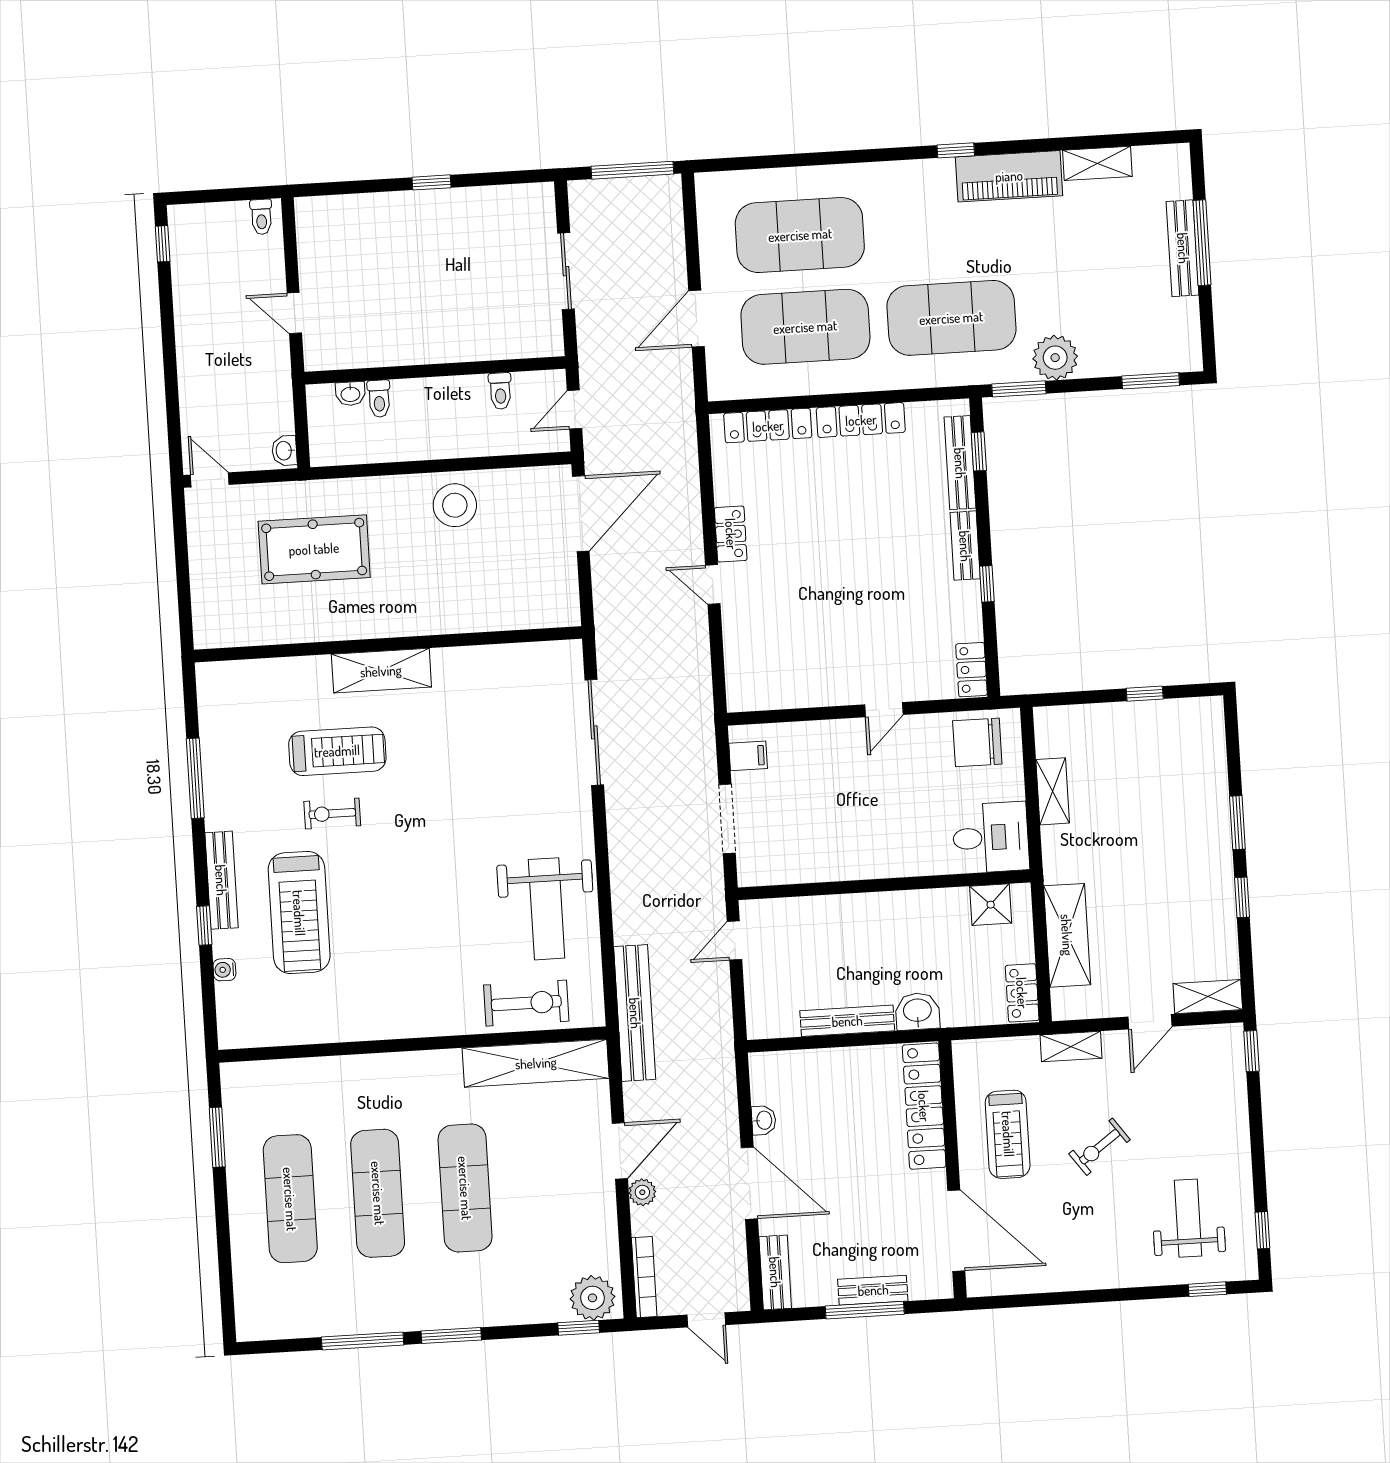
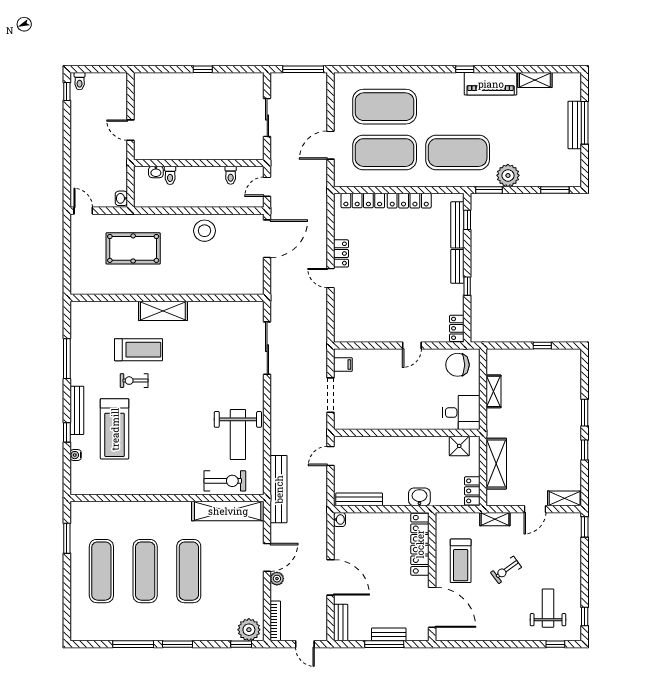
toilet: (261, 217) -> (80, 81), moved
bench: (847, 1021) -> (359, 499), moved
washbasin: (764, 1120) -> (340, 520), moved

